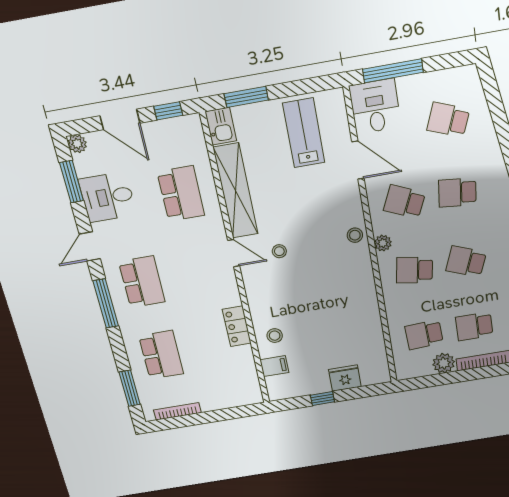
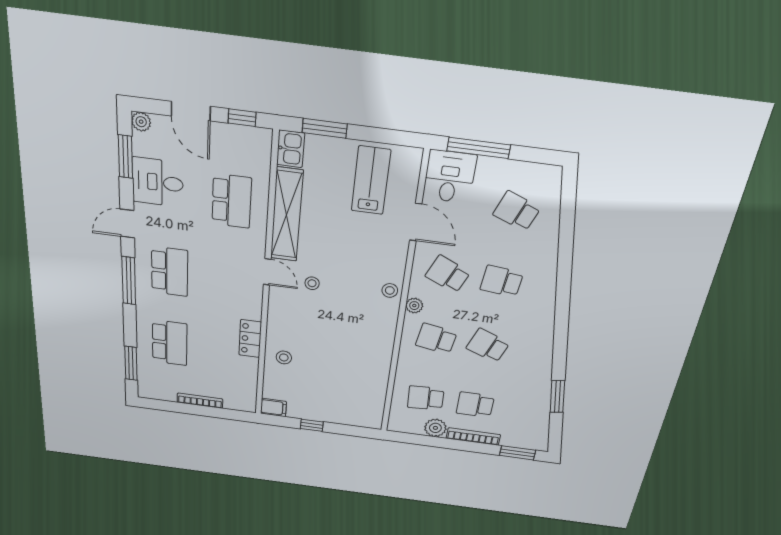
filing cabinet: (274, 366) -> (273, 408), moved
fridge: (345, 378) -> (339, 414), removed
bookcase: (177, 411) -> (200, 401), moved

